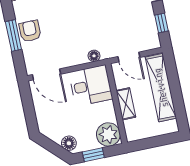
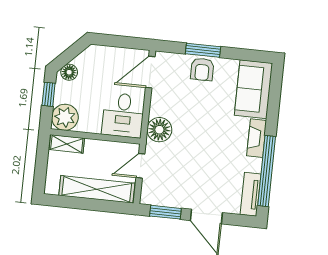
window: (161, 23) -> (165, 212), width x1.50
armchair: (30, 31) -> (202, 69), turned 90
floor lamp: (94, 56) -> (159, 130), width x1.89, depth x1.89
shelving: (126, 104) -> (67, 144), moved

